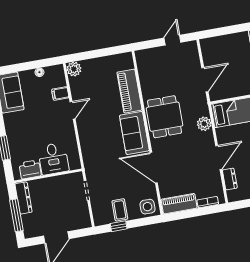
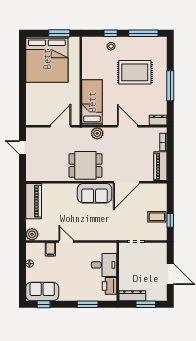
door: (205, 80) -> (60, 126), hinge flipped
piano: (129, 91) -> (34, 201), moved, turned -90
dresser: (230, 179) -> (158, 120), moved
side table: (148, 207) -> (158, 193), removed
window: (16, 215) -> (146, 304), width x0.69

